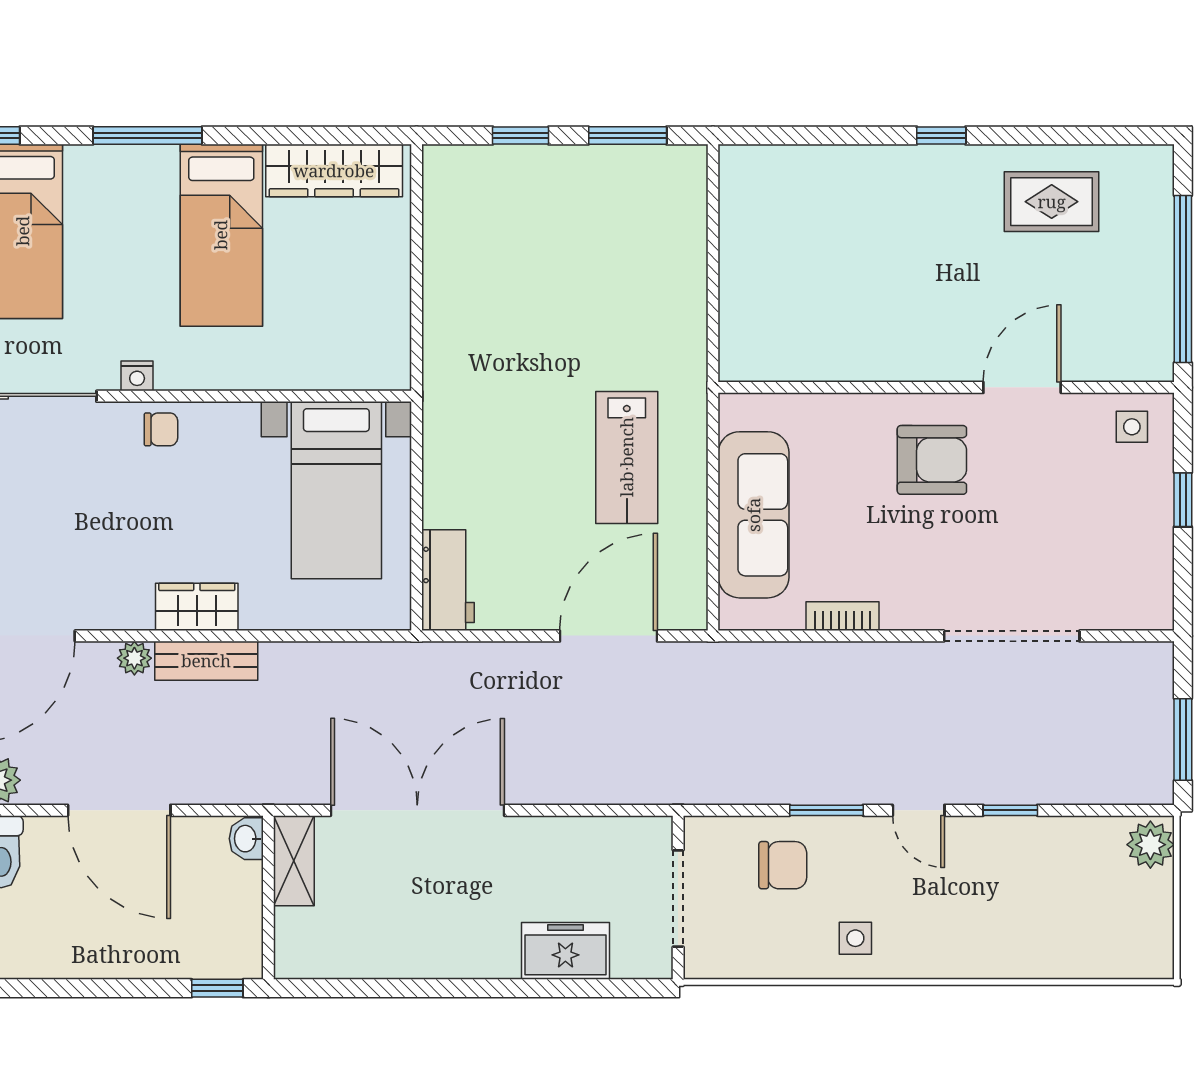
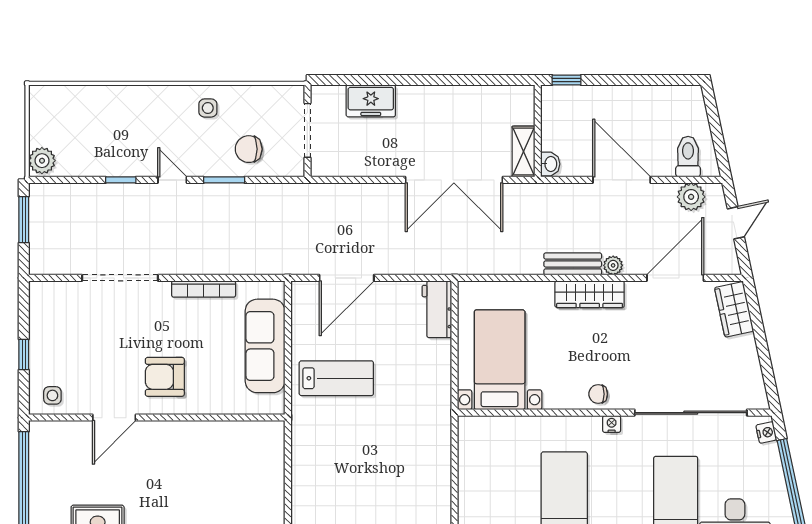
lab bench: (627, 457) -> (336, 378), turned 90
wardrobe: (197, 607) -> (590, 294), width x1.50
bookcase: (842, 616) -> (204, 289), width x1.56

